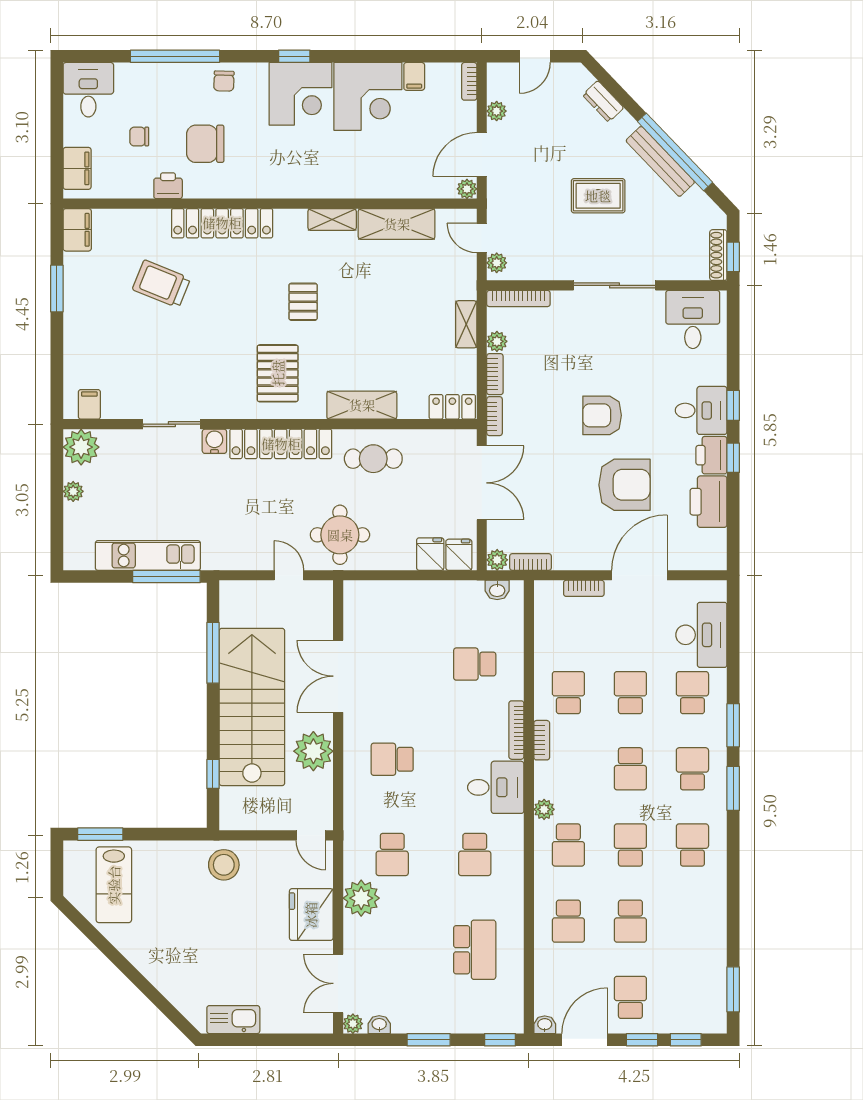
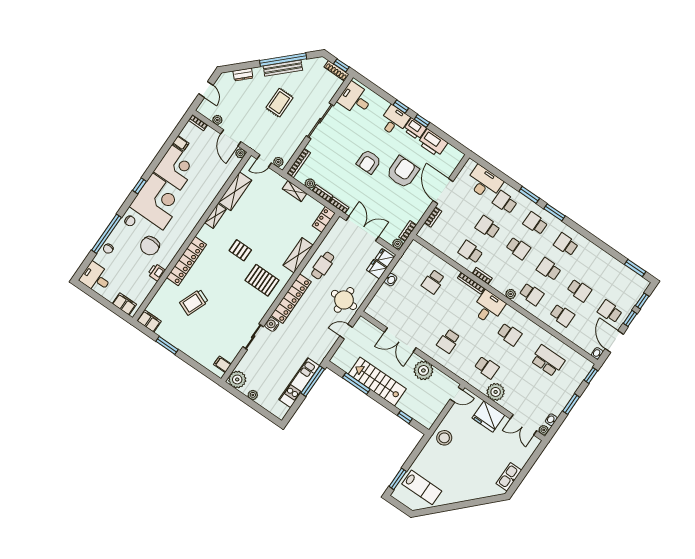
corner desk: (301, 94) -> (158, 201), width x1.36, depth x1.36
chair: (139, 137) -> (108, 249), moved
washbasin: (497, 590) -> (391, 280), moved
stairs: (252, 707) -> (377, 381), width x0.73, depth x0.66

